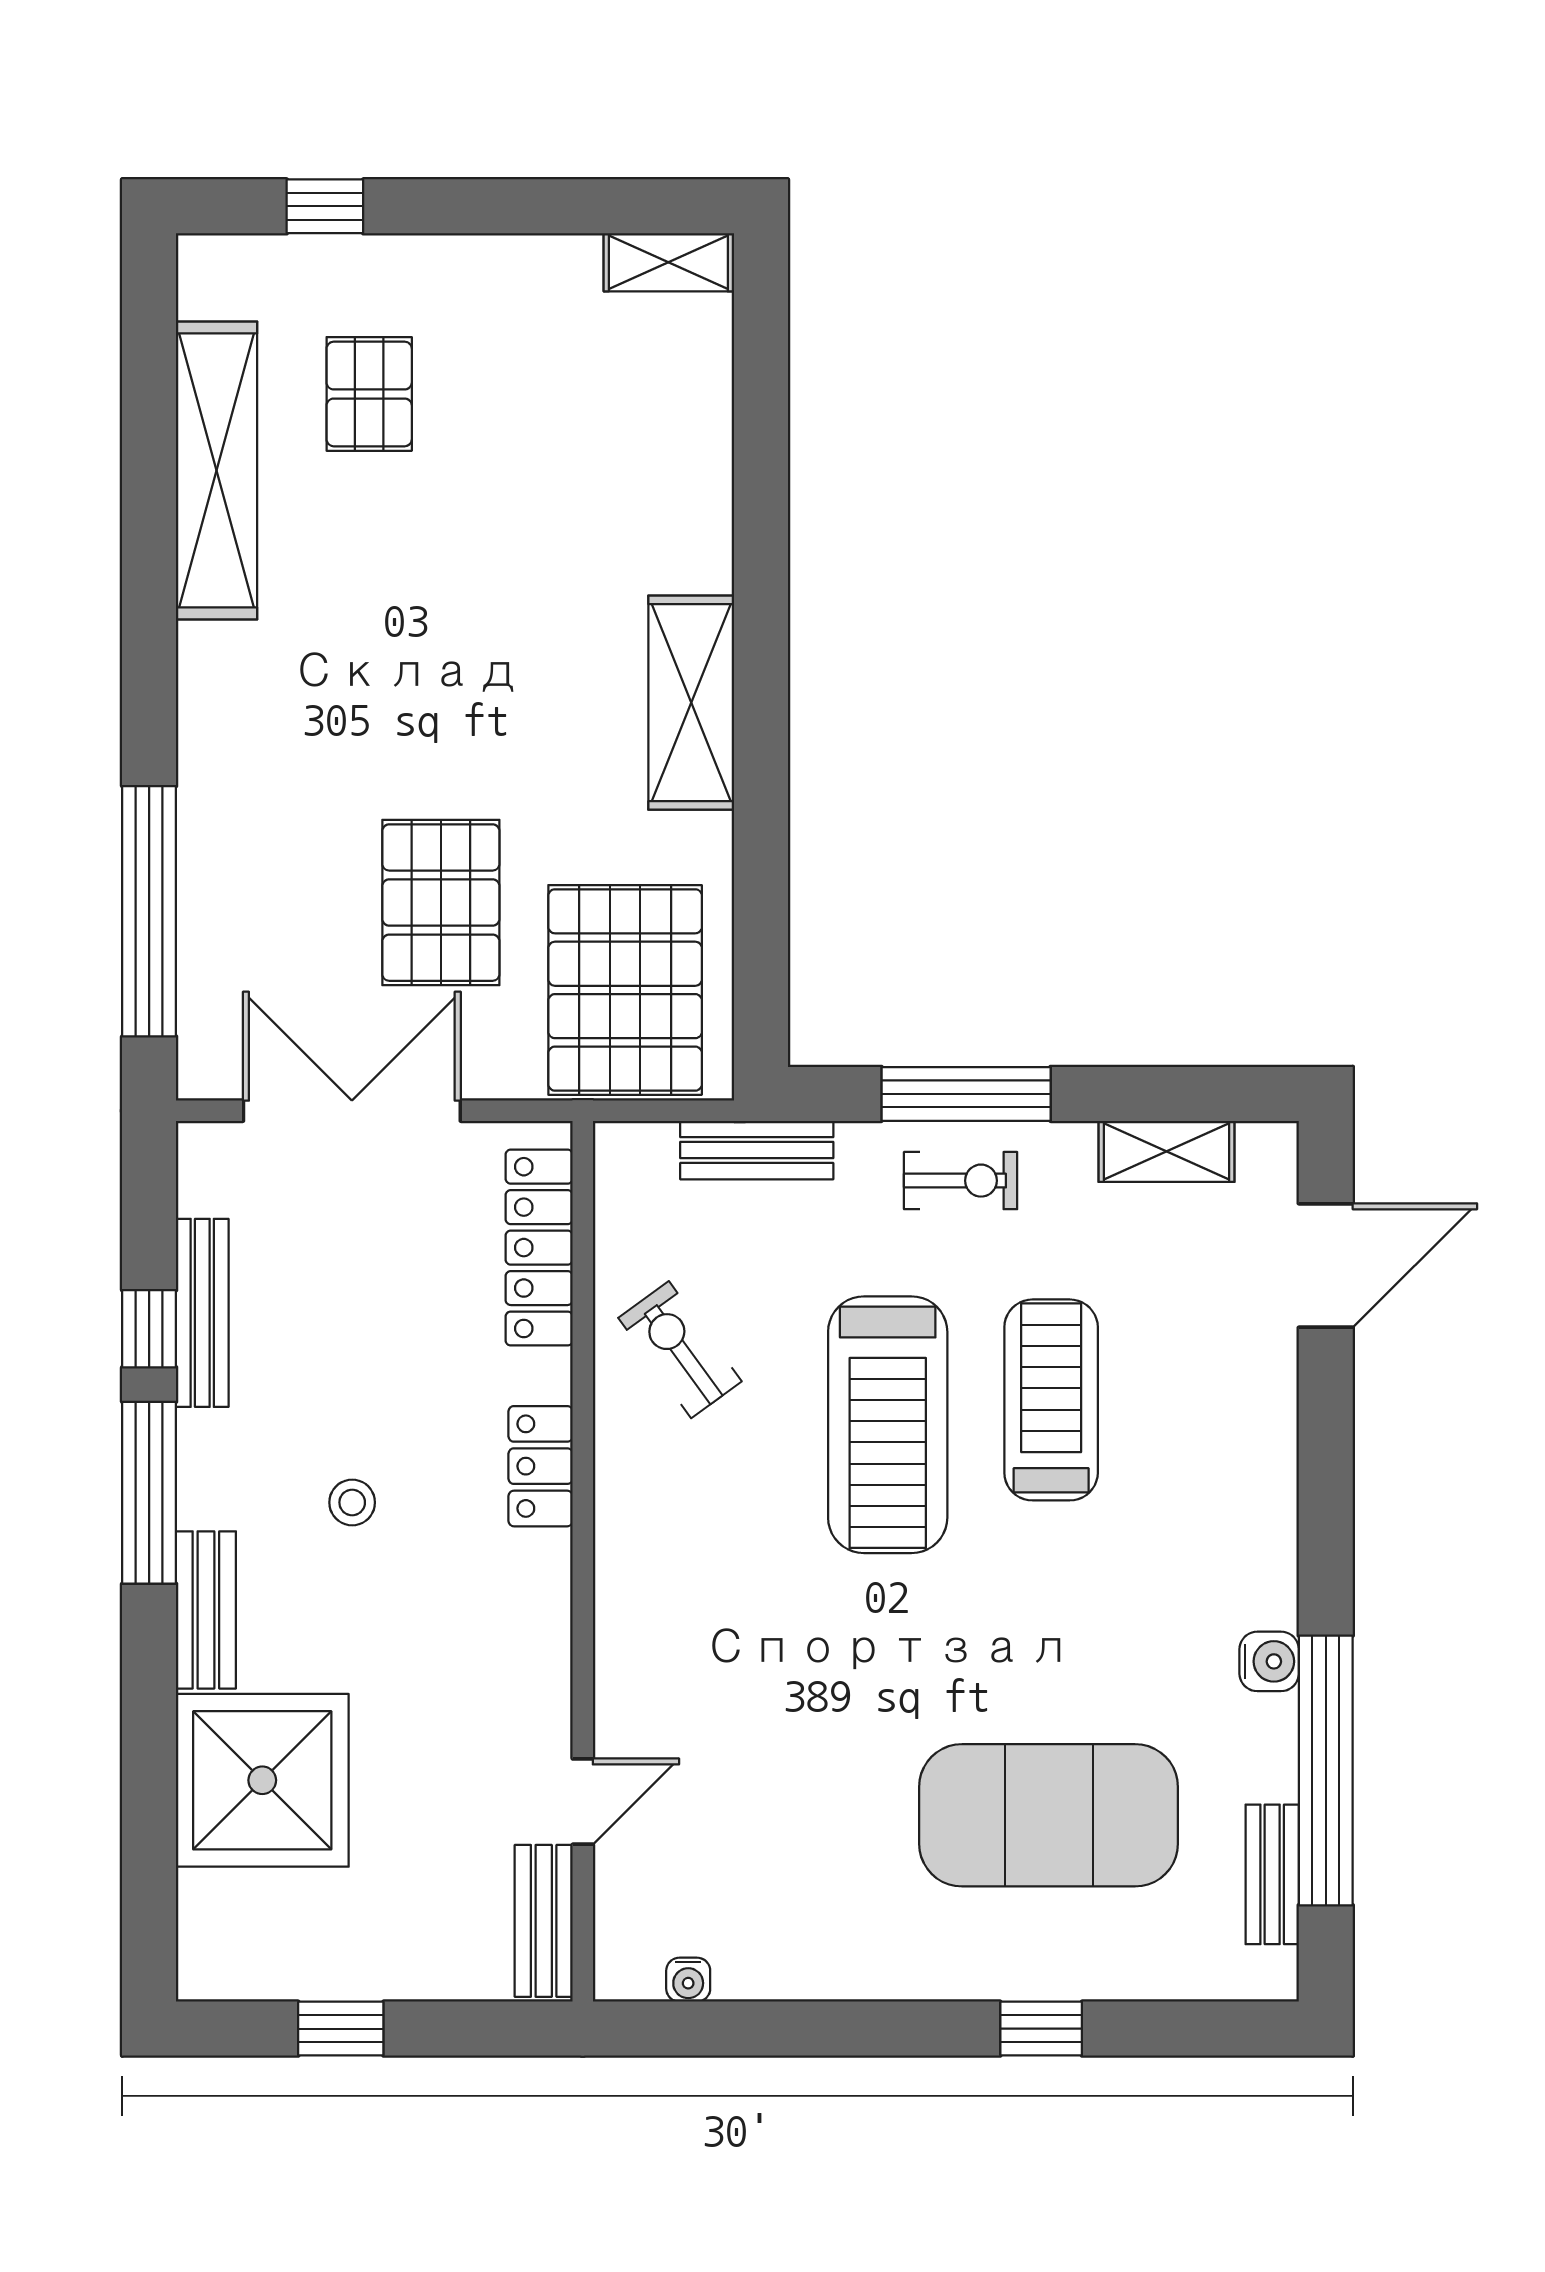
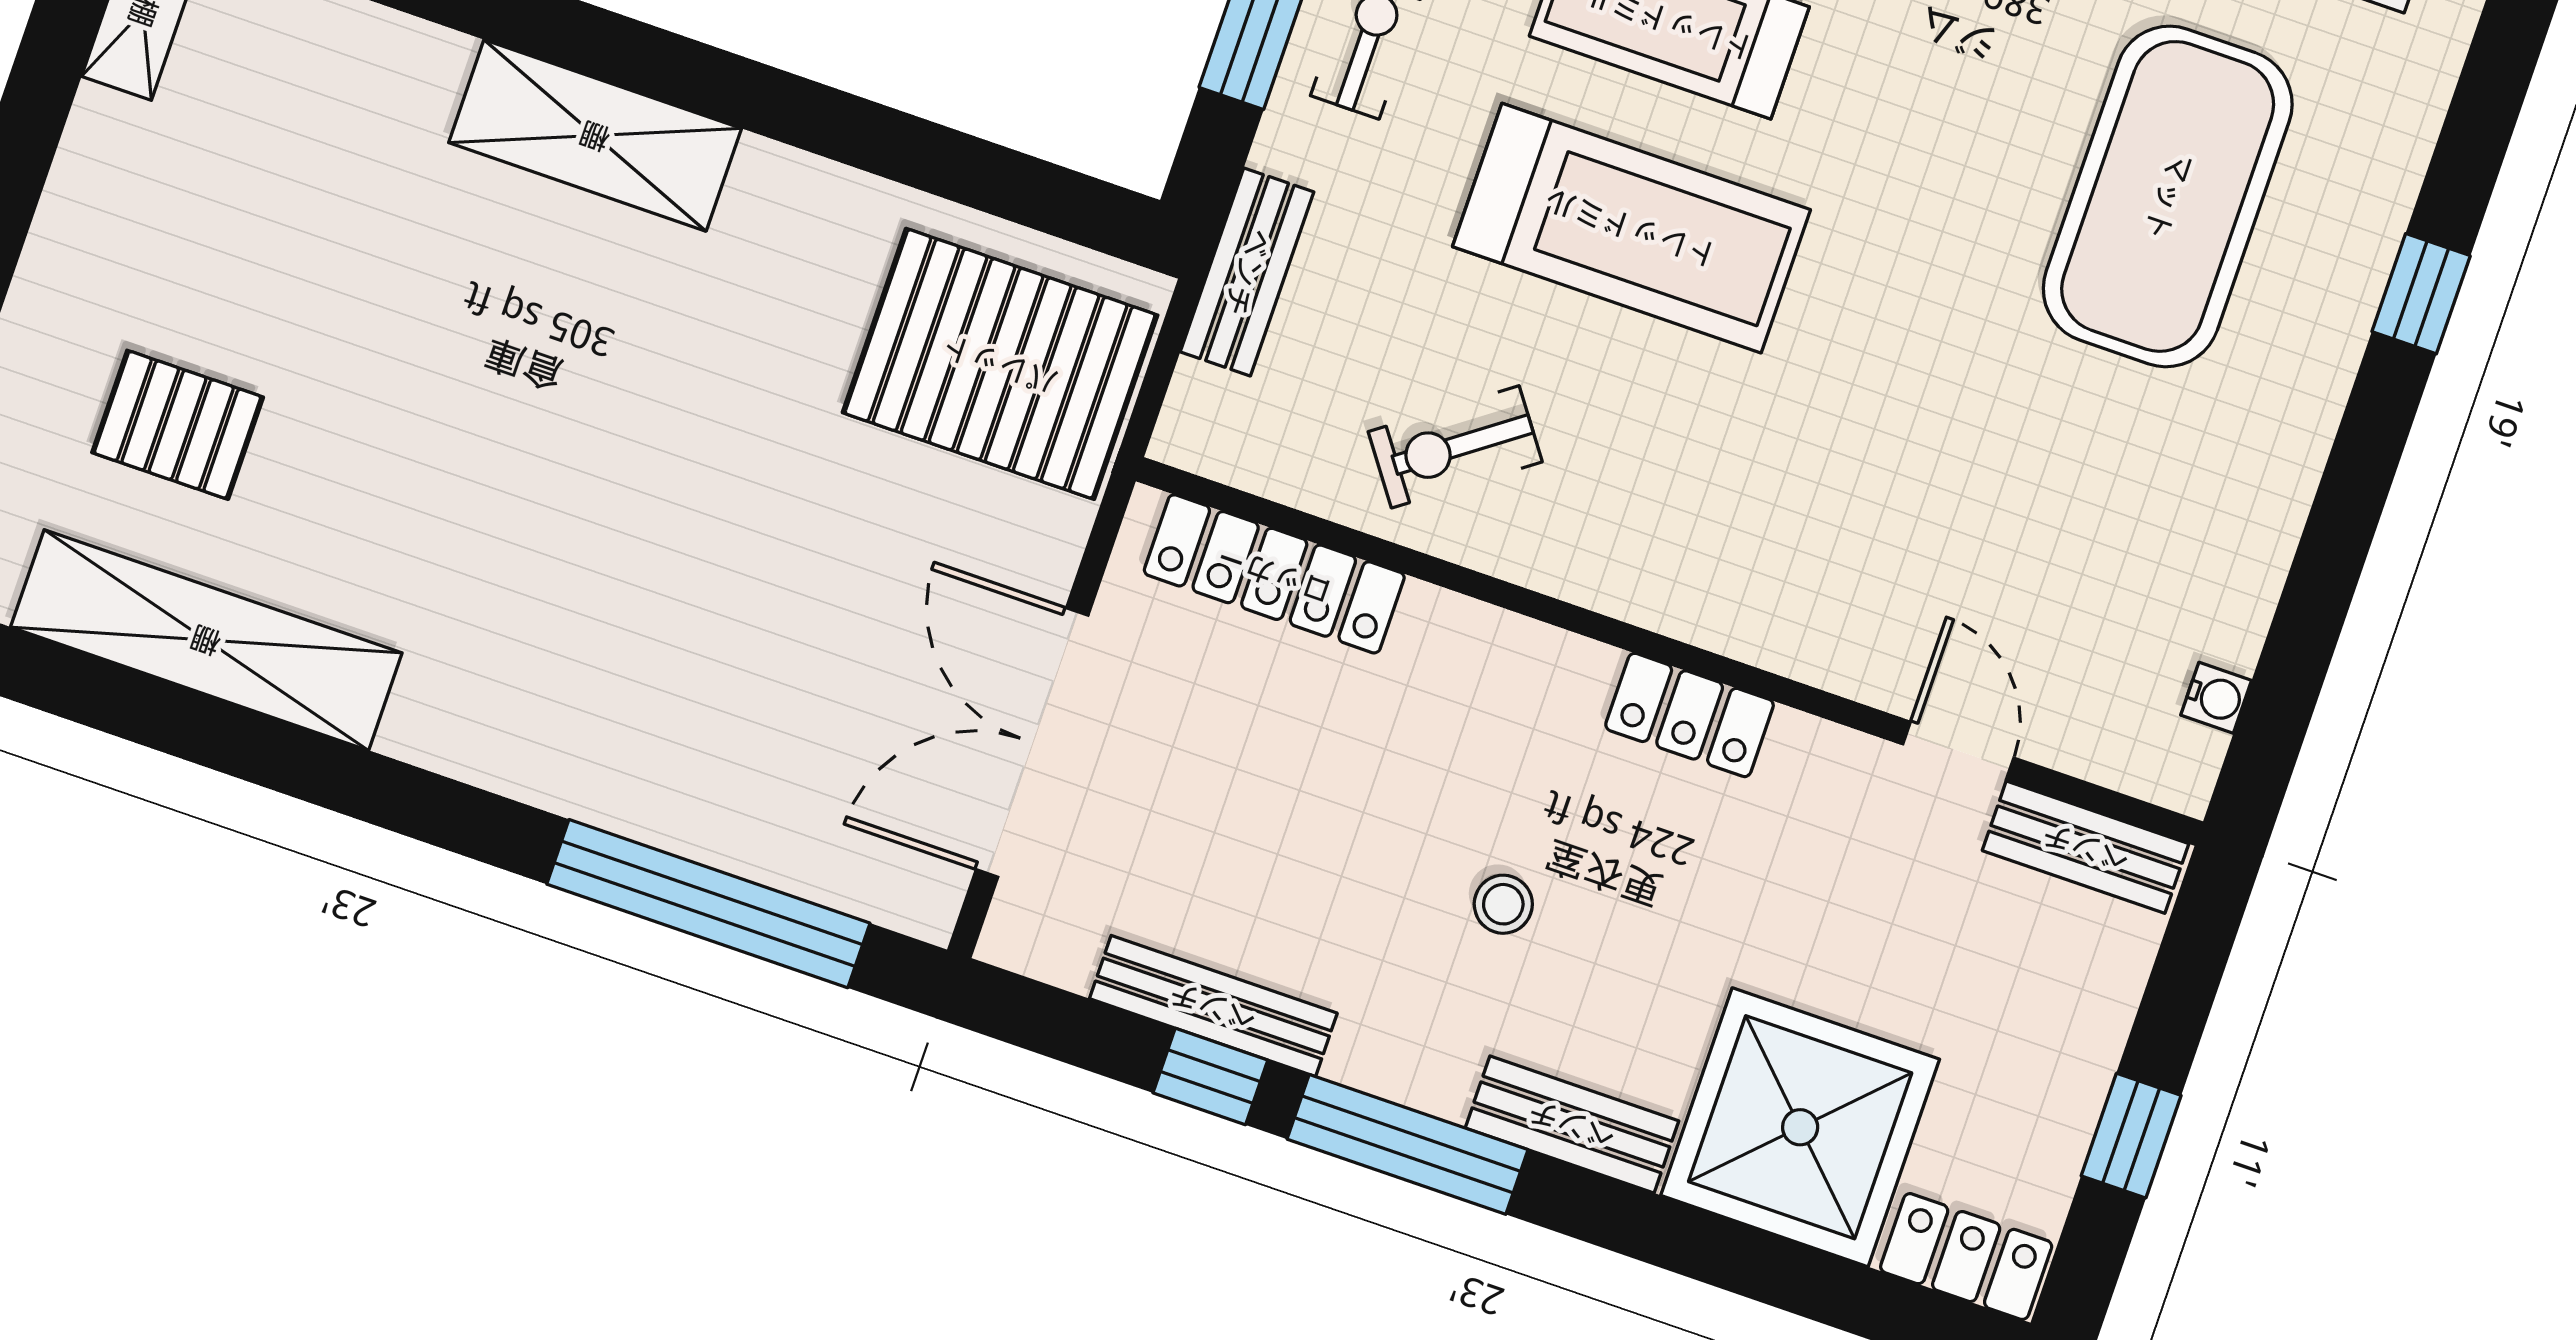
shelving: (691, 703) -> (595, 136), moved
pallet: (441, 903) -> (819, 549), removed
locker: (541, 1466) -> (1690, 715), moved
locker: (209, 1937) -> (1966, 1257), added

